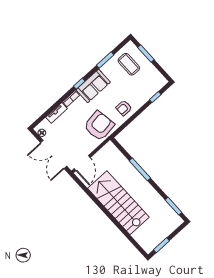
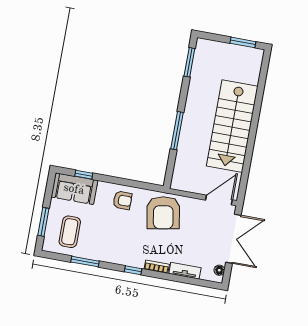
sofa: (93, 86) -> (74, 189), moved, turned 180
armchair: (99, 126) -> (163, 213), turned -92

